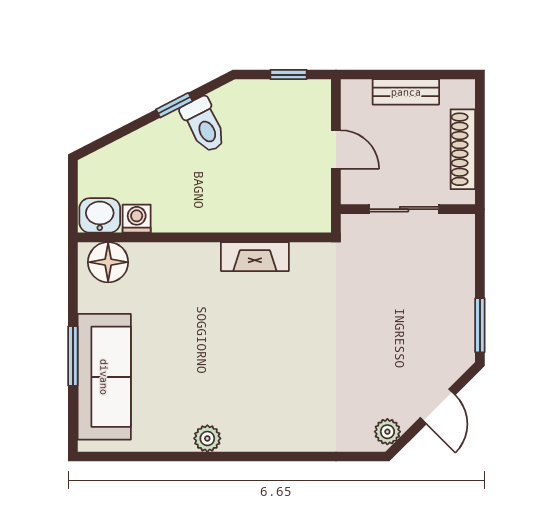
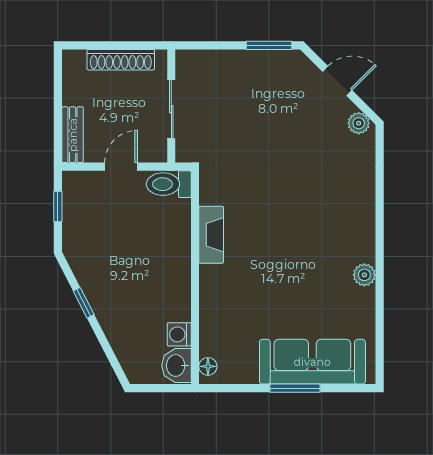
bench: (406, 92) -> (73, 135), moved
toilet: (204, 125) -> (169, 184), moved, turned -153
floor lamp: (108, 262) -> (208, 366), width x0.53, depth x0.53

